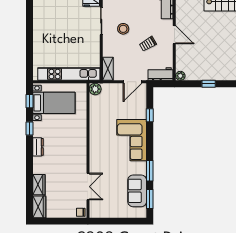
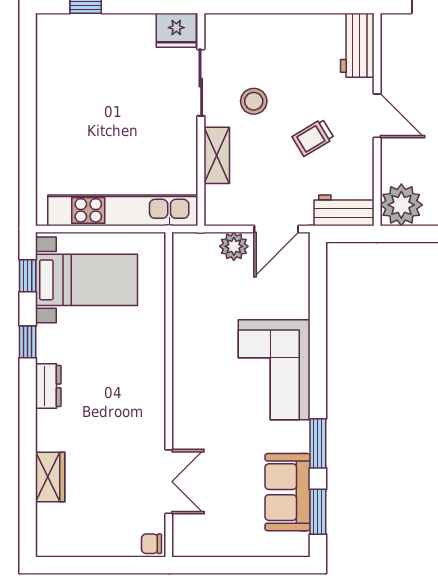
shelving: (108, 69) -> (217, 155), moved
plant: (180, 76) -> (401, 205), width x1.87, depth x1.87
plant: (95, 89) -> (234, 246), moved
window: (150, 115) -> (318, 310), removed
wardrobe: (39, 207) -> (51, 531), removed

